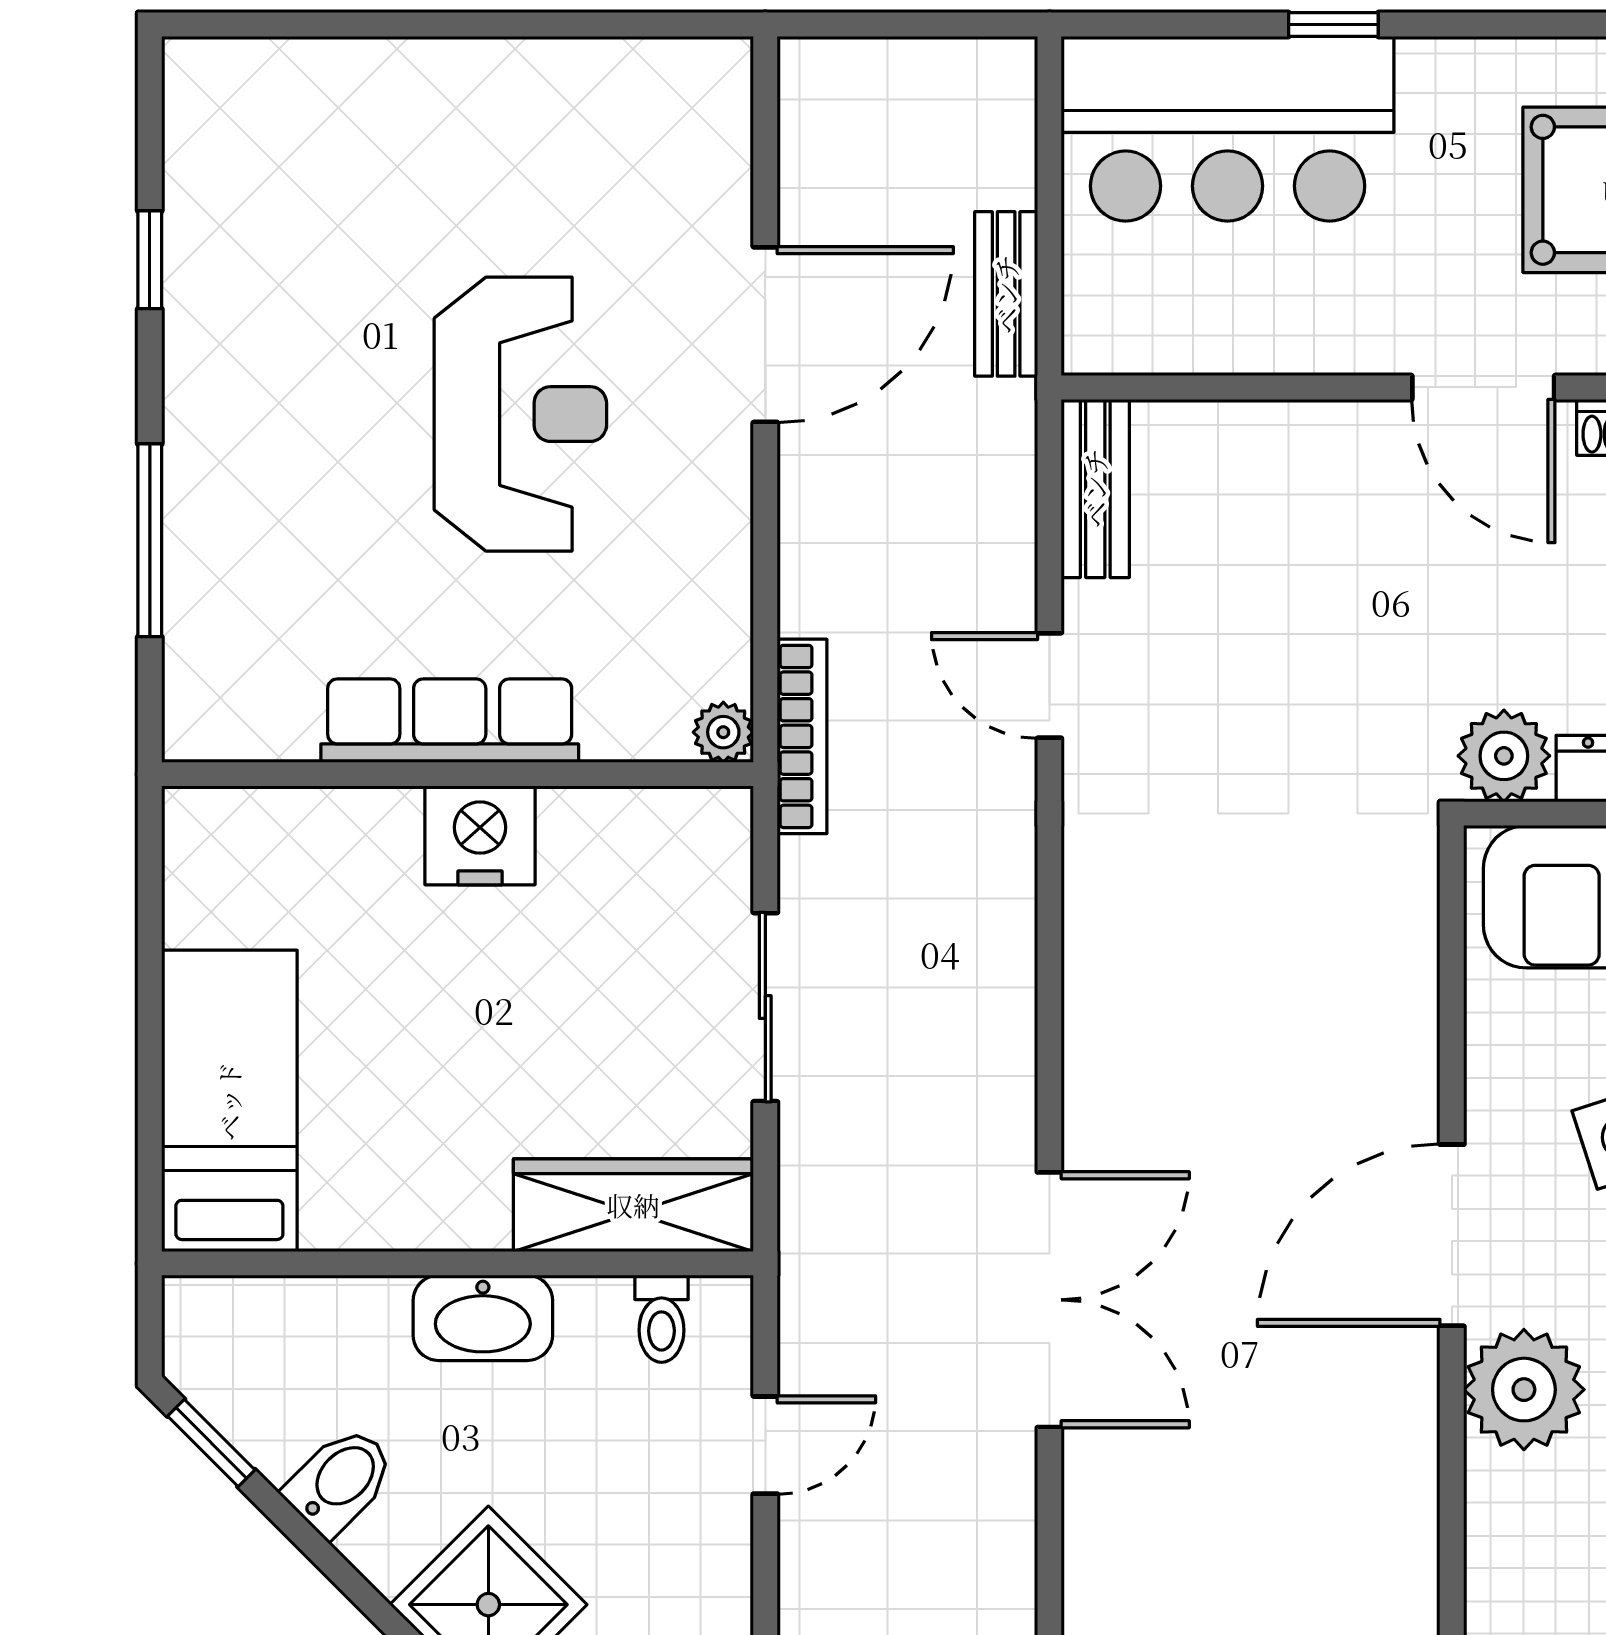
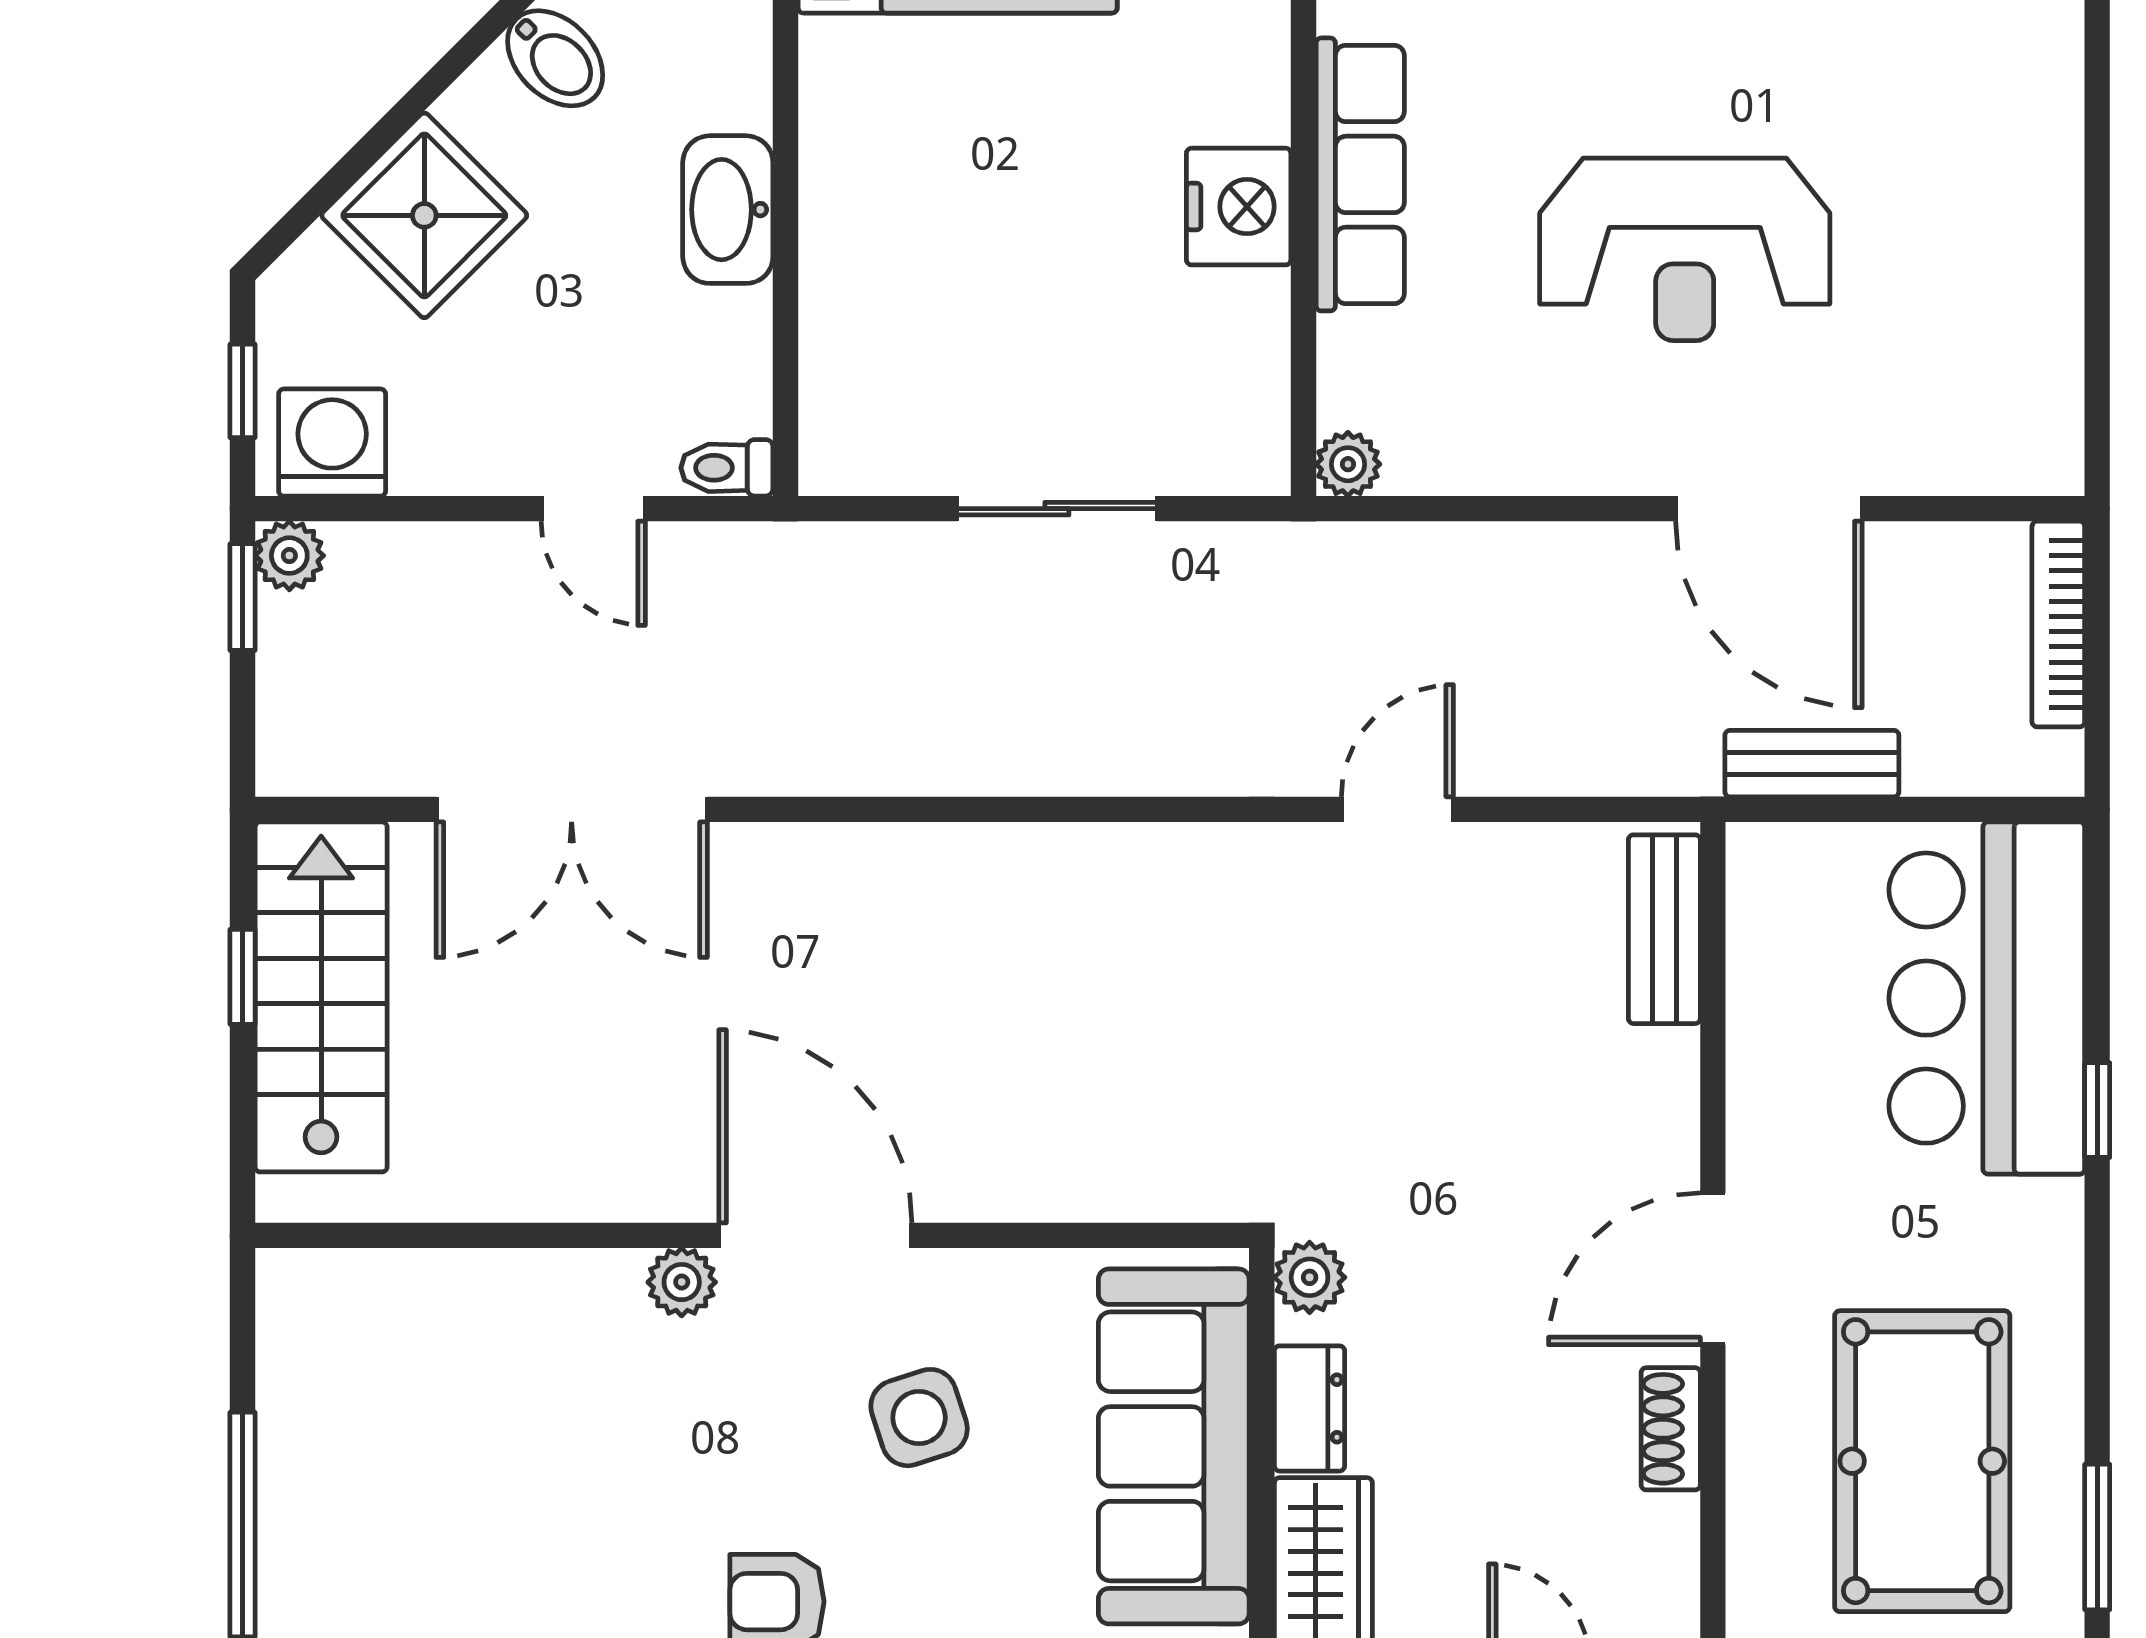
bench: (1095, 488) -> (1664, 929), moved, turned 90
bookcase: (802, 736) -> (2058, 624), moved, turned 90
plant: (1504, 756) -> (1310, 1277), width x0.73, depth x0.73
wardrobe: (633, 1205) -> (847, 369), removed
double door: (1049, 1300) -> (572, 809), moved
toilet: (661, 1319) -> (727, 468), moved
plant: (1524, 1390) -> (682, 1282), width x0.53, depth x0.53

